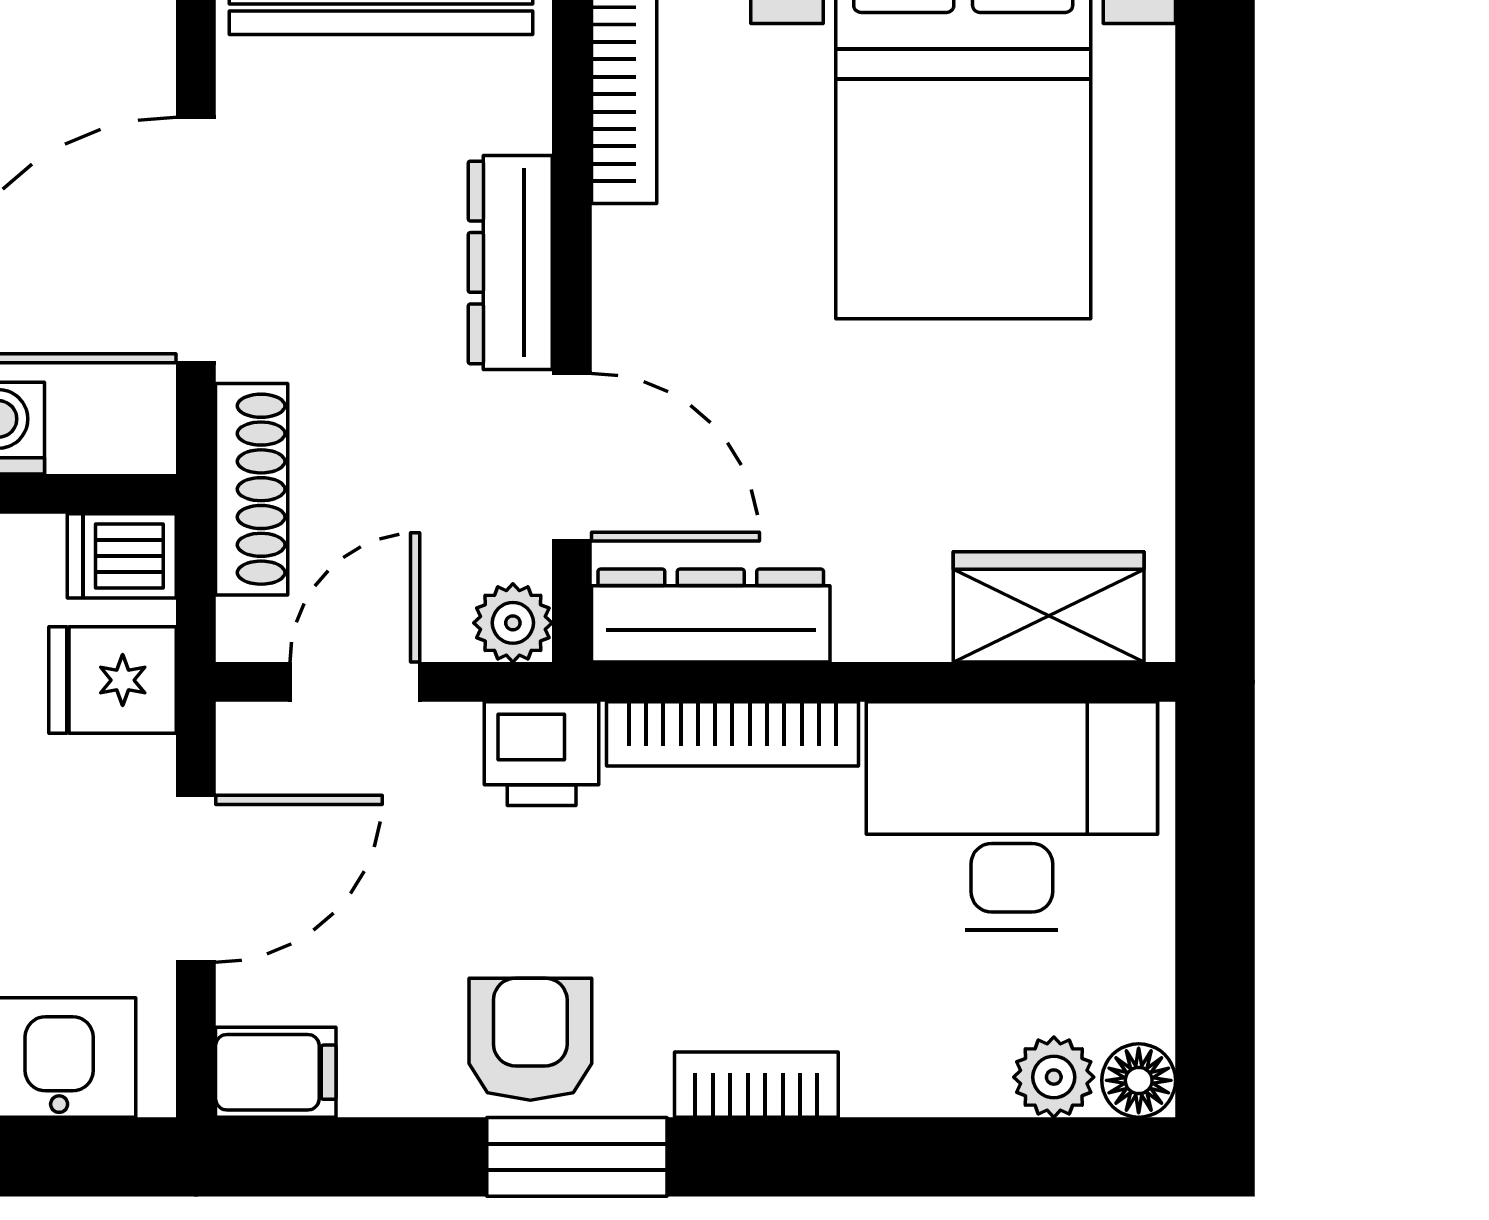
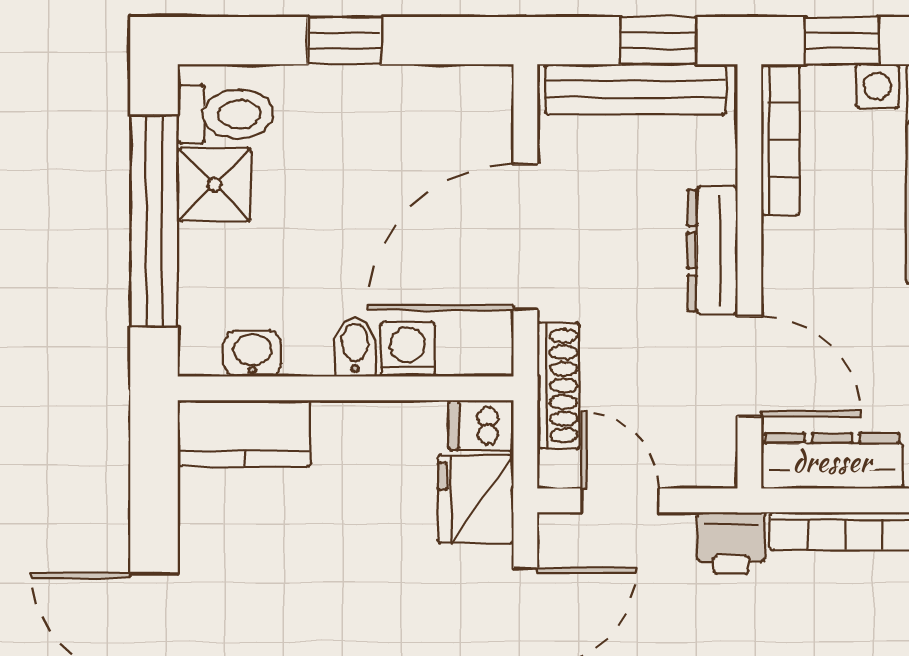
plant: (513, 623) -> (714, 465), removed
fridge: (113, 680) -> (476, 499), width x1.38
door: (355, 682) -> (620, 500), hinge flipped

